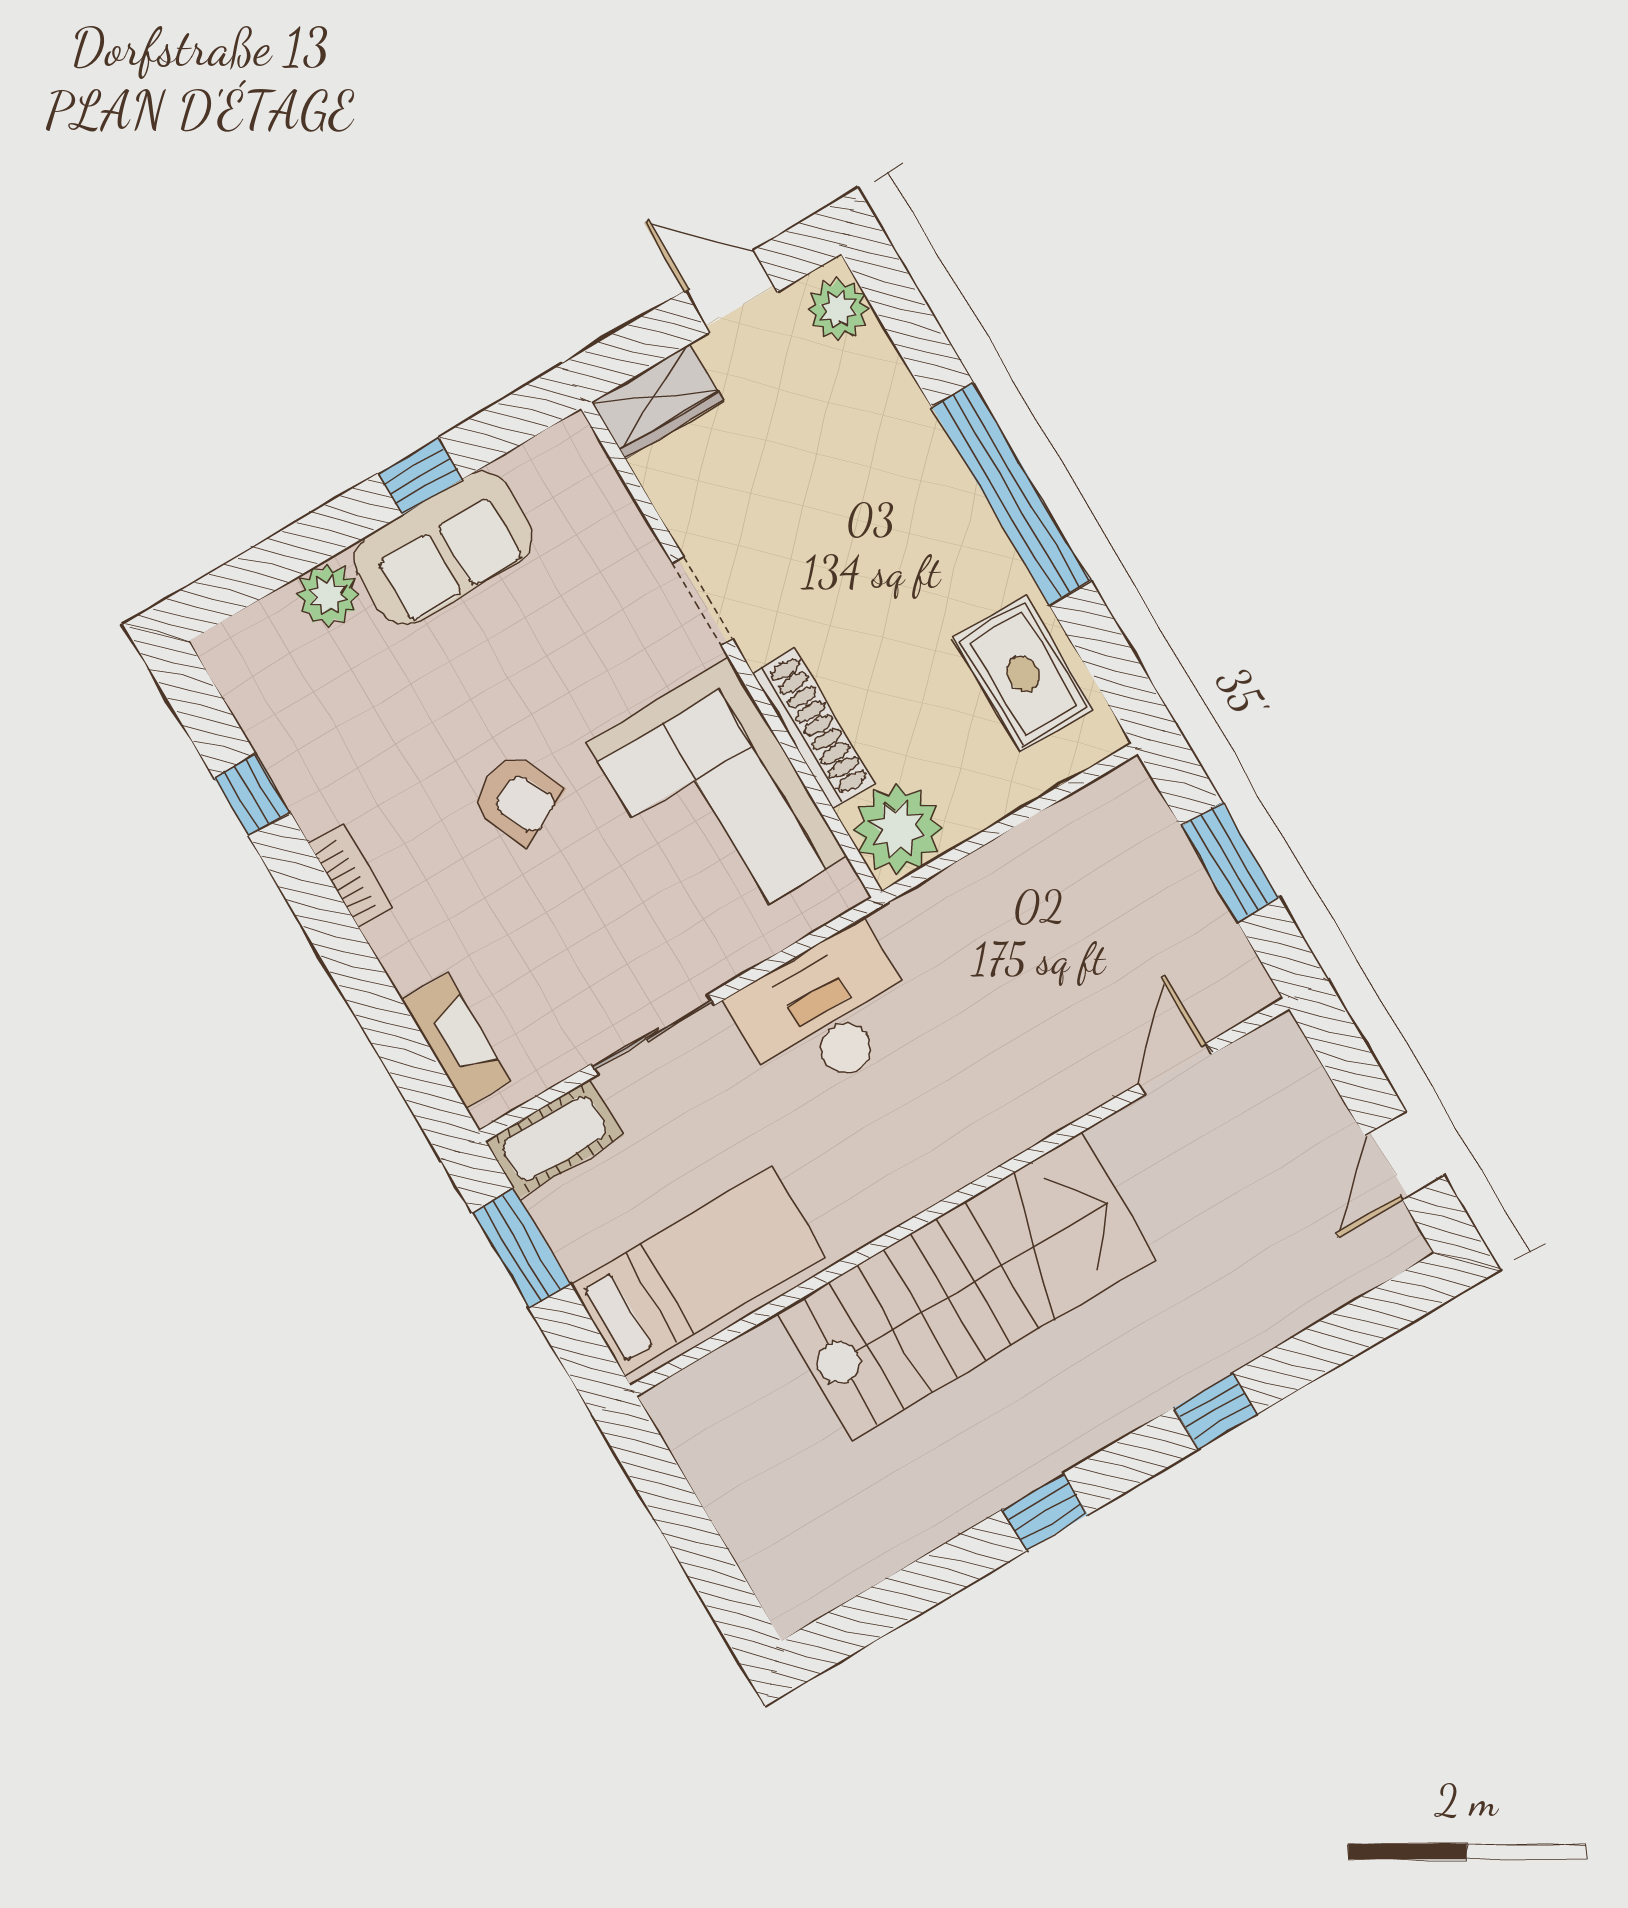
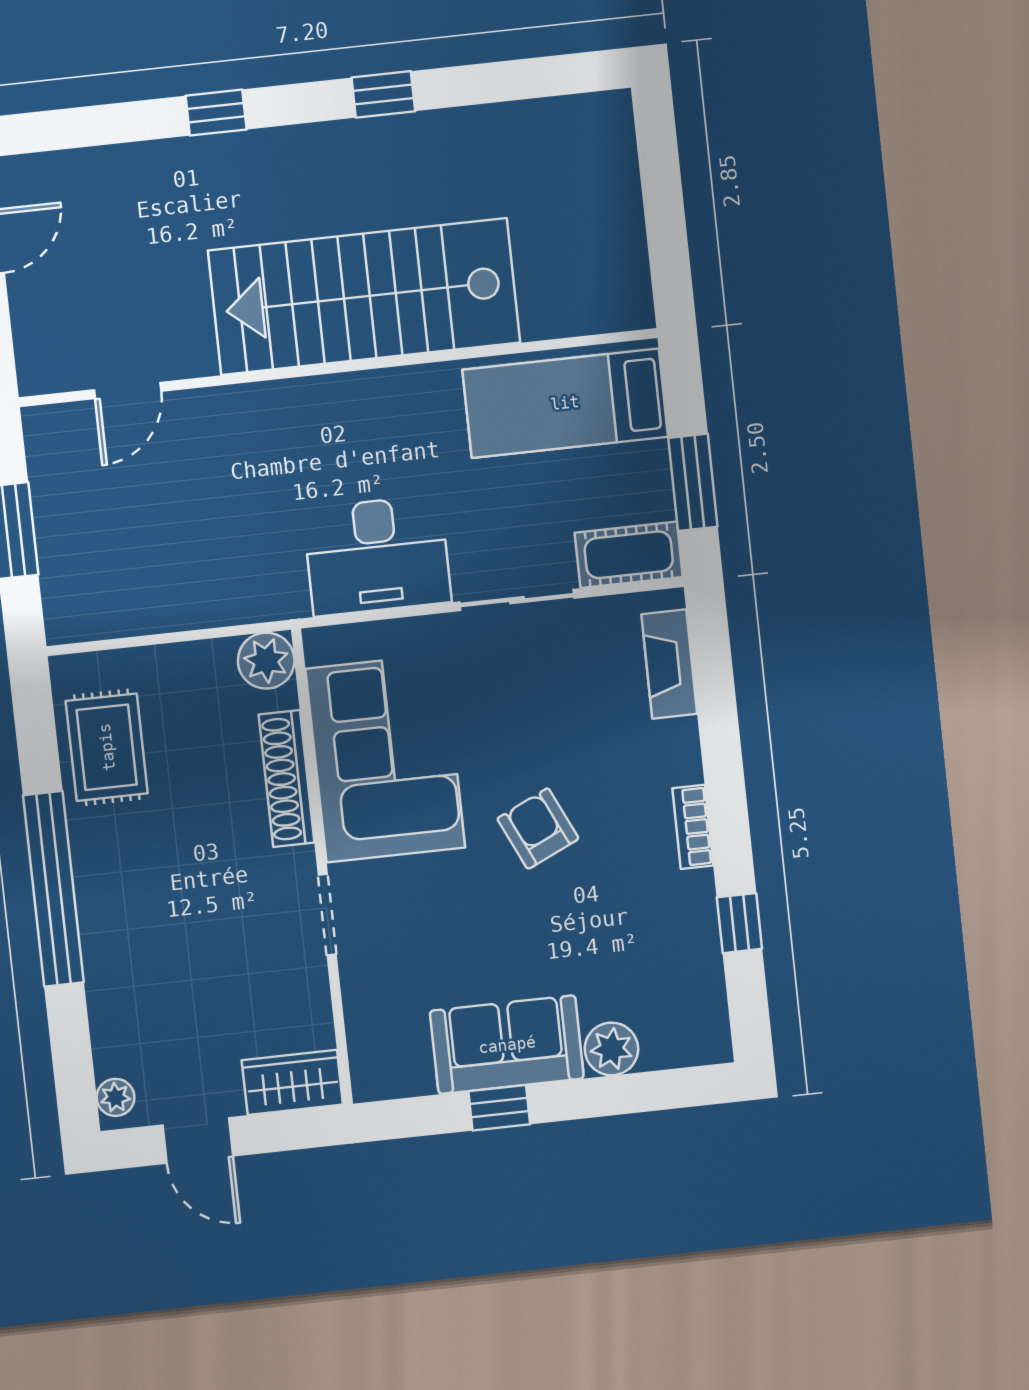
plant: (838, 309) -> (116, 1097), width x0.73, depth x0.73
plant: (898, 829) -> (266, 661), width x0.73, depth x0.73

